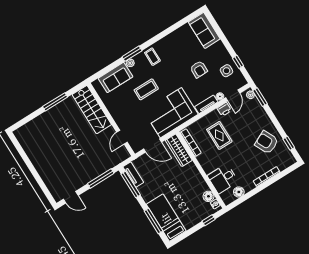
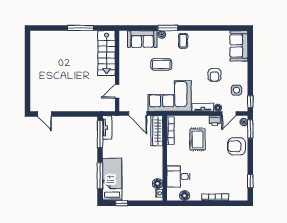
window: (238, 62) -> (250, 102), moved
armchair: (267, 142) -> (237, 146), moved, turned -64
window: (101, 178) -> (79, 114), removed
window: (209, 220) -> (122, 203), moved

